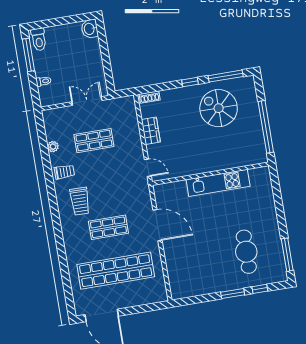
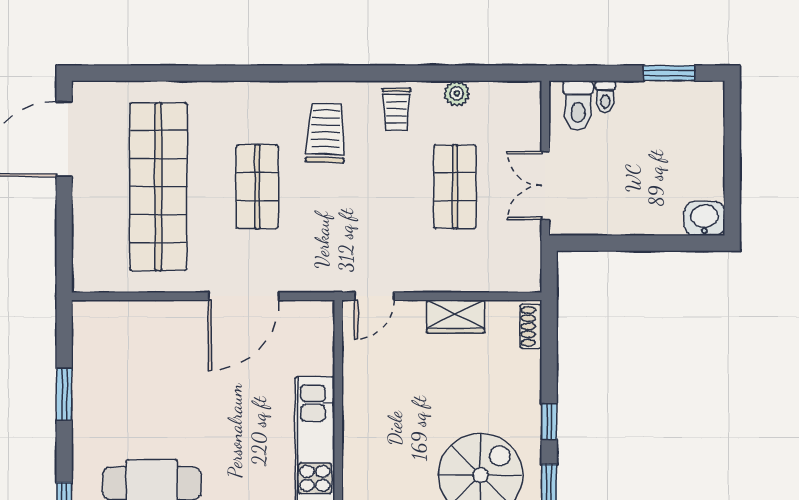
toilet: (39, 39) -> (578, 106), moved, turned -90
window: (28, 55) -> (670, 73), width x0.69
double door: (87, 101) -> (545, 186), swing flipped
trolley: (80, 201) -> (326, 133), turned 91
window: (233, 293) -> (64, 394), moved

